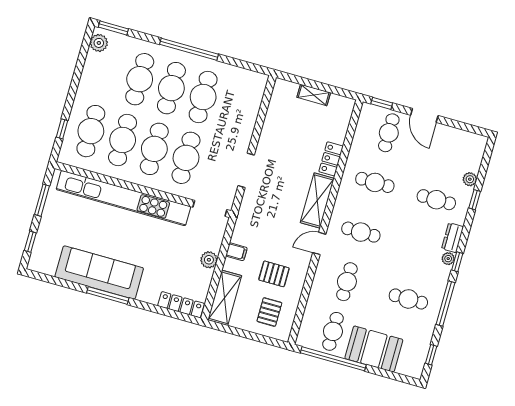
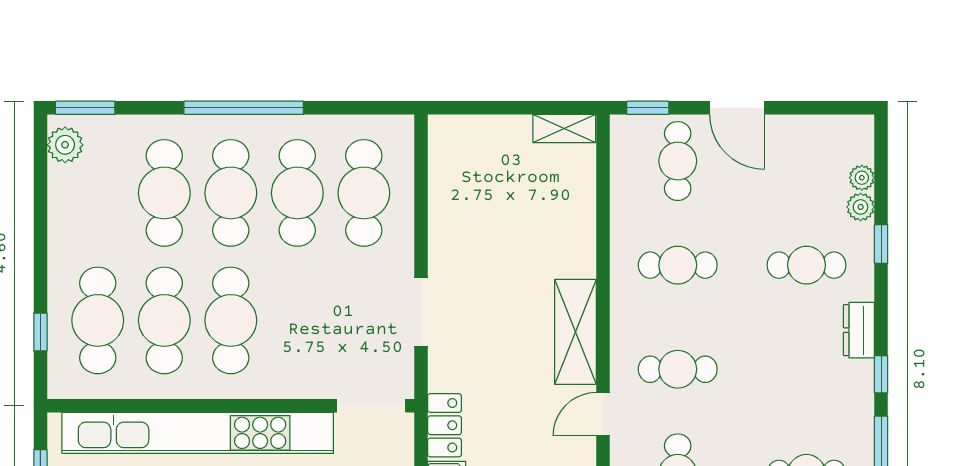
shelving: (314, 95) -> (564, 129), moved
cafe table: (186, 158) -> (364, 193), moved
locker: (331, 159) -> (445, 425), moved, turned 180
plant: (448, 259) -> (862, 178), moved

